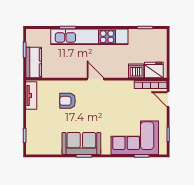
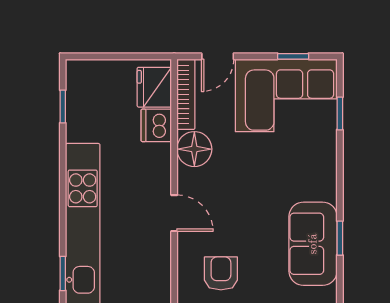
door: (96, 79) -> (174, 213), swing flipped
floor lamp: (125, 88) -> (194, 149), added
armchair: (68, 101) -> (221, 273), turned 180
corner sofa: (135, 138) -> (286, 95), moved, turned -90

